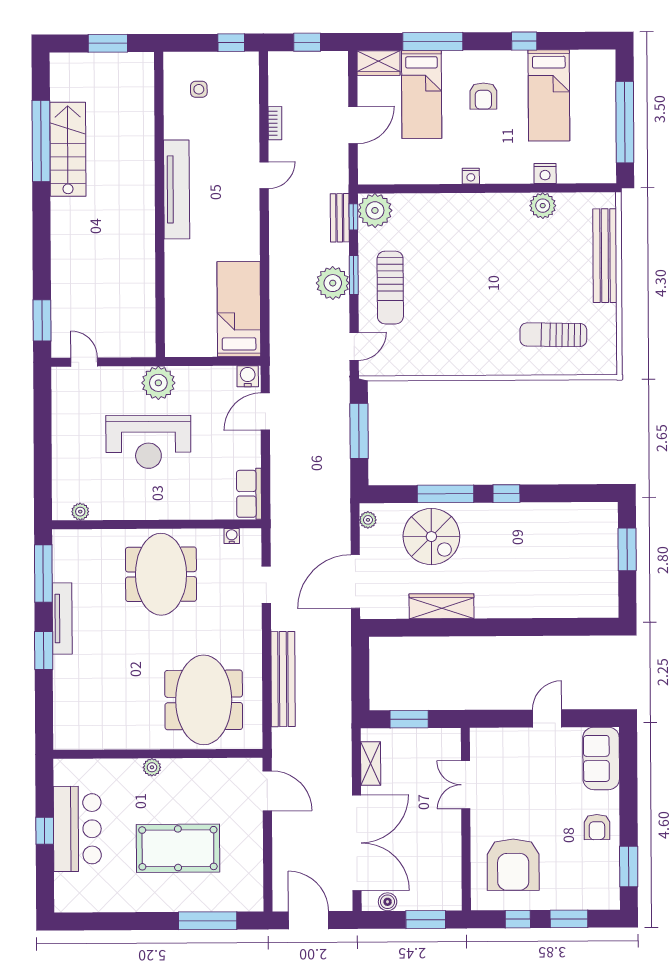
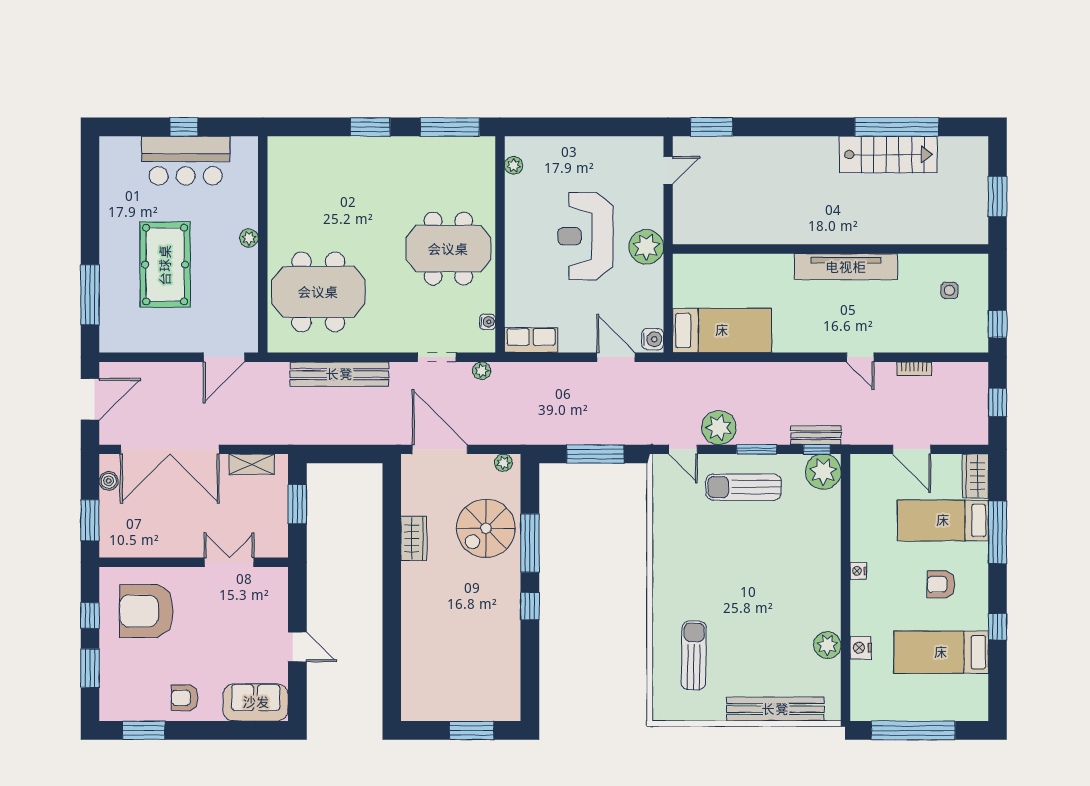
plant: (333, 283) -> (719, 428), moved
plant: (279, 542) -> (482, 371), added
wardrobe: (442, 606) -> (414, 538), width x0.67
tv unit: (62, 618) -> (403, 146), removed

